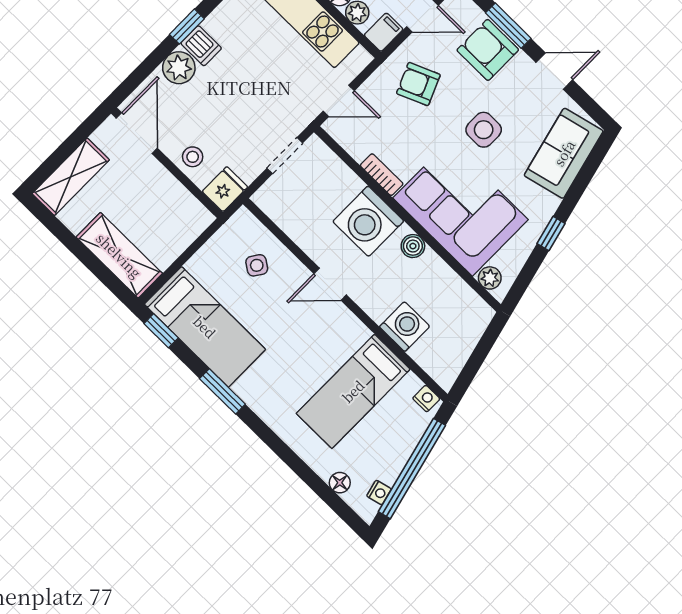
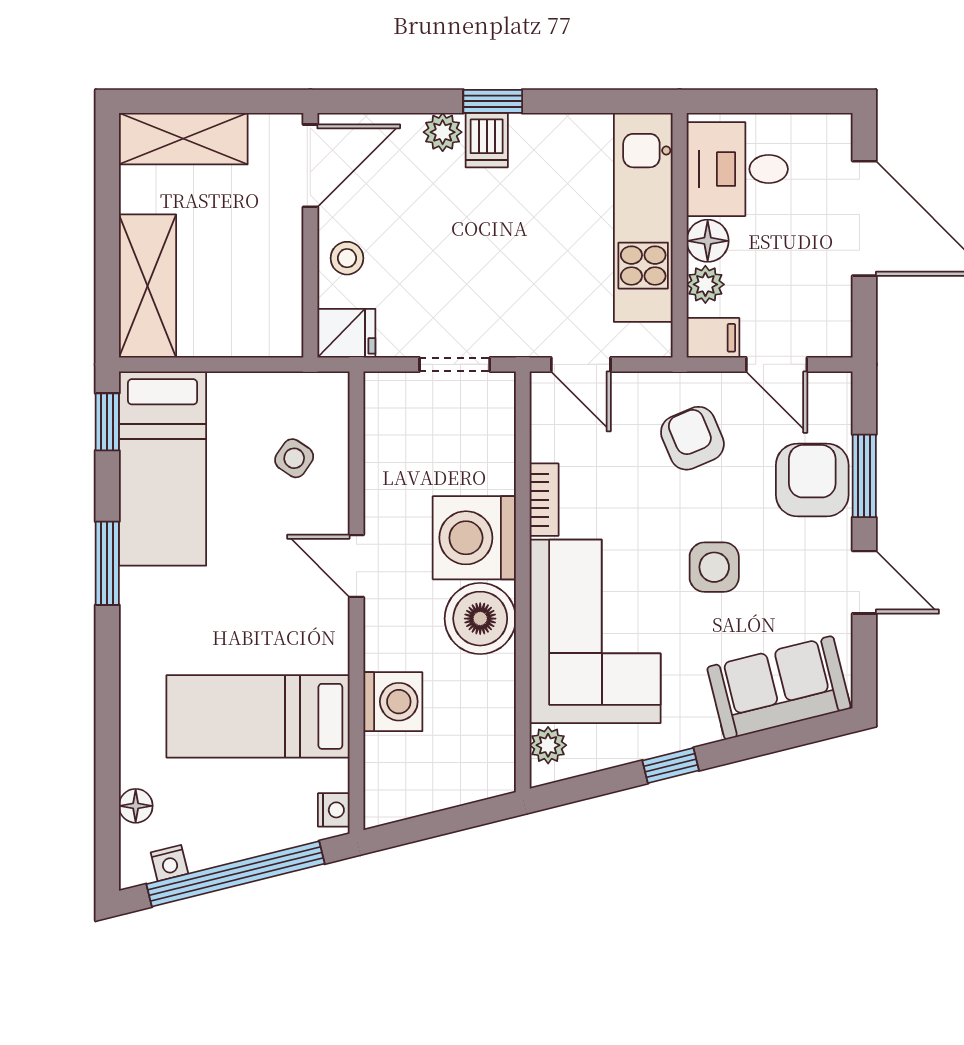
plant: (179, 68) -> (443, 132), width x0.73, depth x0.73
boiler: (413, 246) -> (480, 619), width x1.86, depth x1.86

